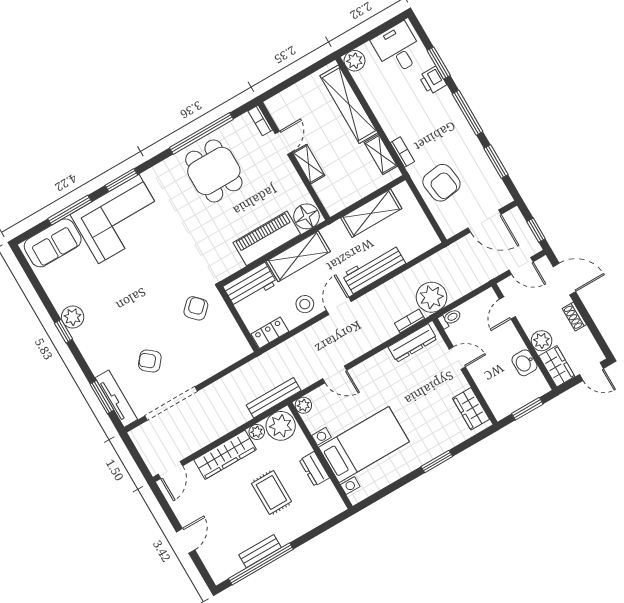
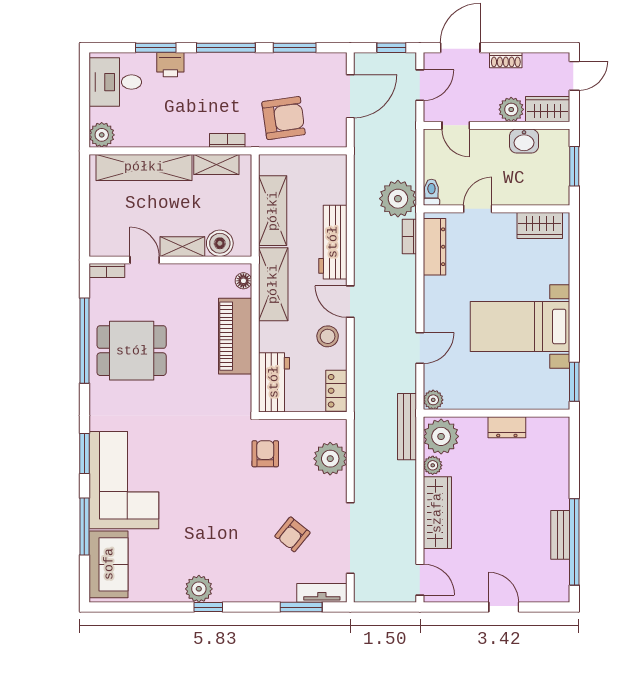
boiler: (326, 189) -> (220, 243), added
floor lamp: (307, 216) -> (243, 281), width x0.53, depth x0.53
shelving: (298, 256) -> (273, 284), moved
armchair: (196, 308) -> (265, 454), turned 44
plant: (219, 356) -> (330, 459), added
tv unit: (116, 399) -> (322, 593), width x0.71
bed with nightstands: (364, 445) -> (520, 327), moved, turned -90
window: (437, 462) -> (574, 382), moved
rug: (271, 492) -> (506, 487), removed

